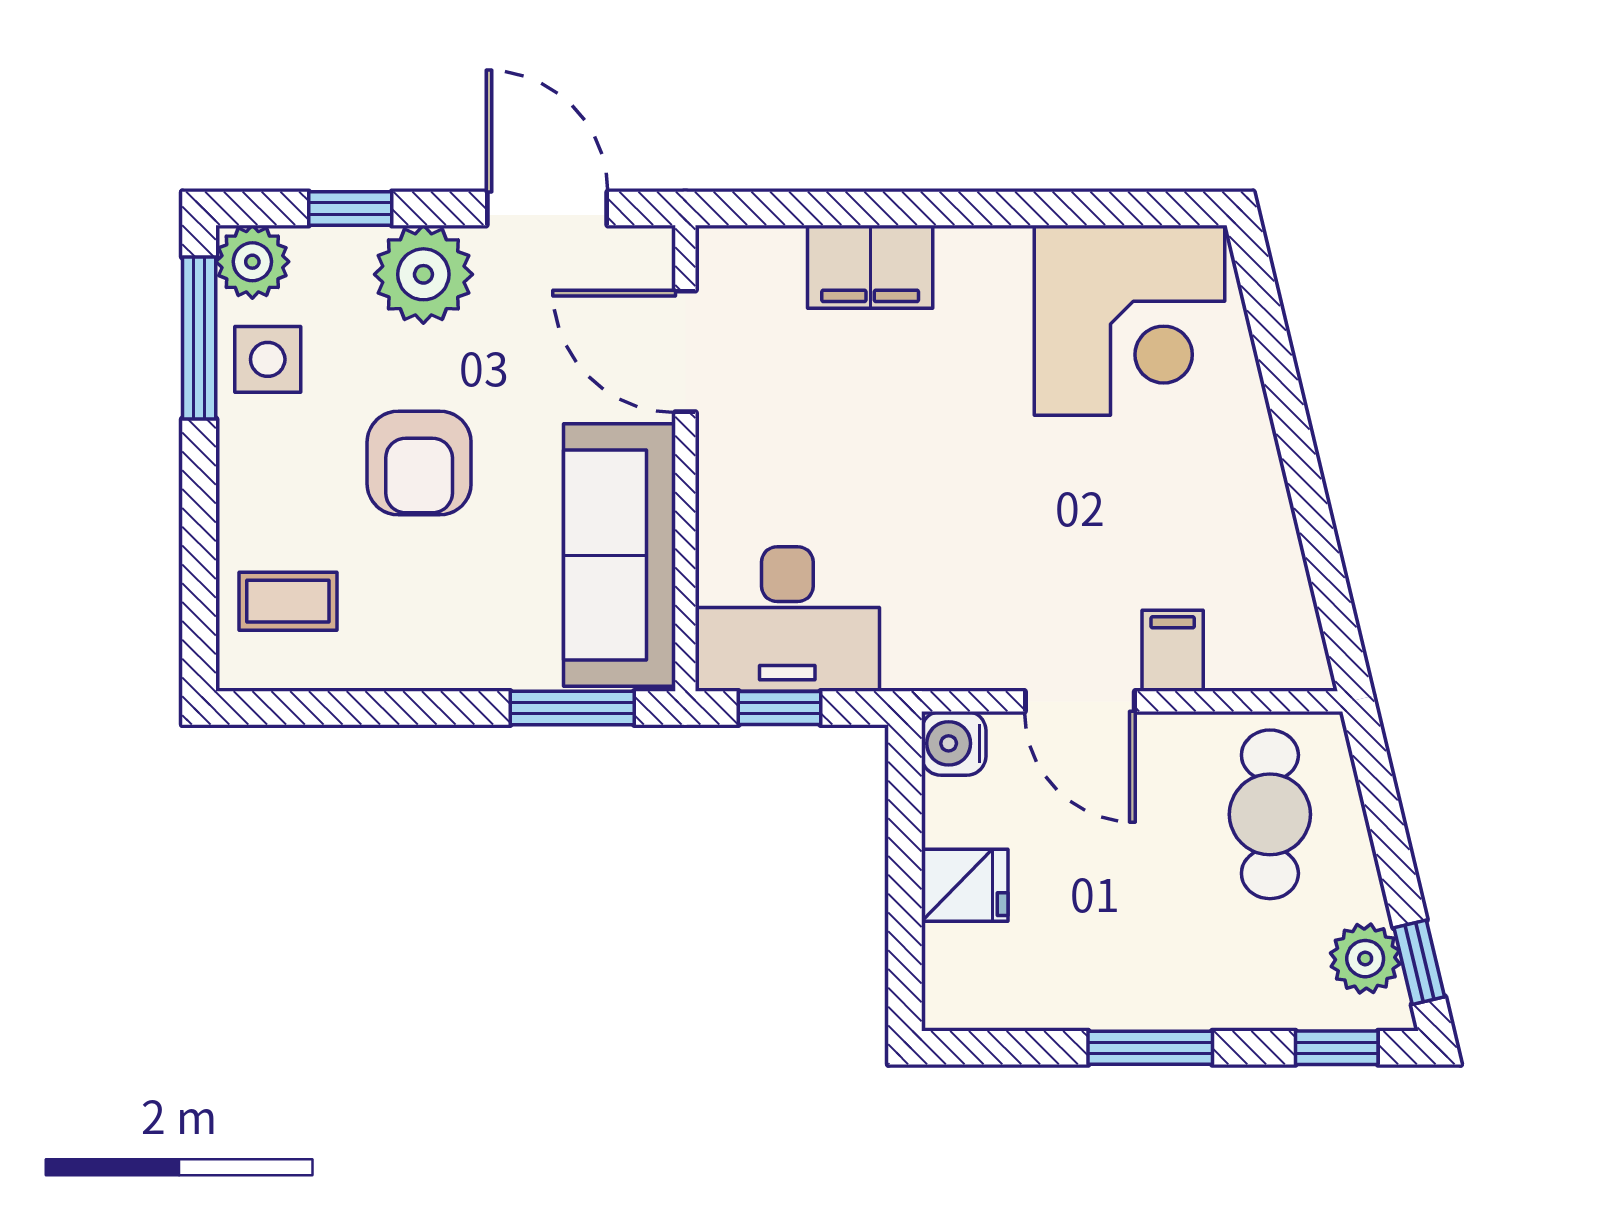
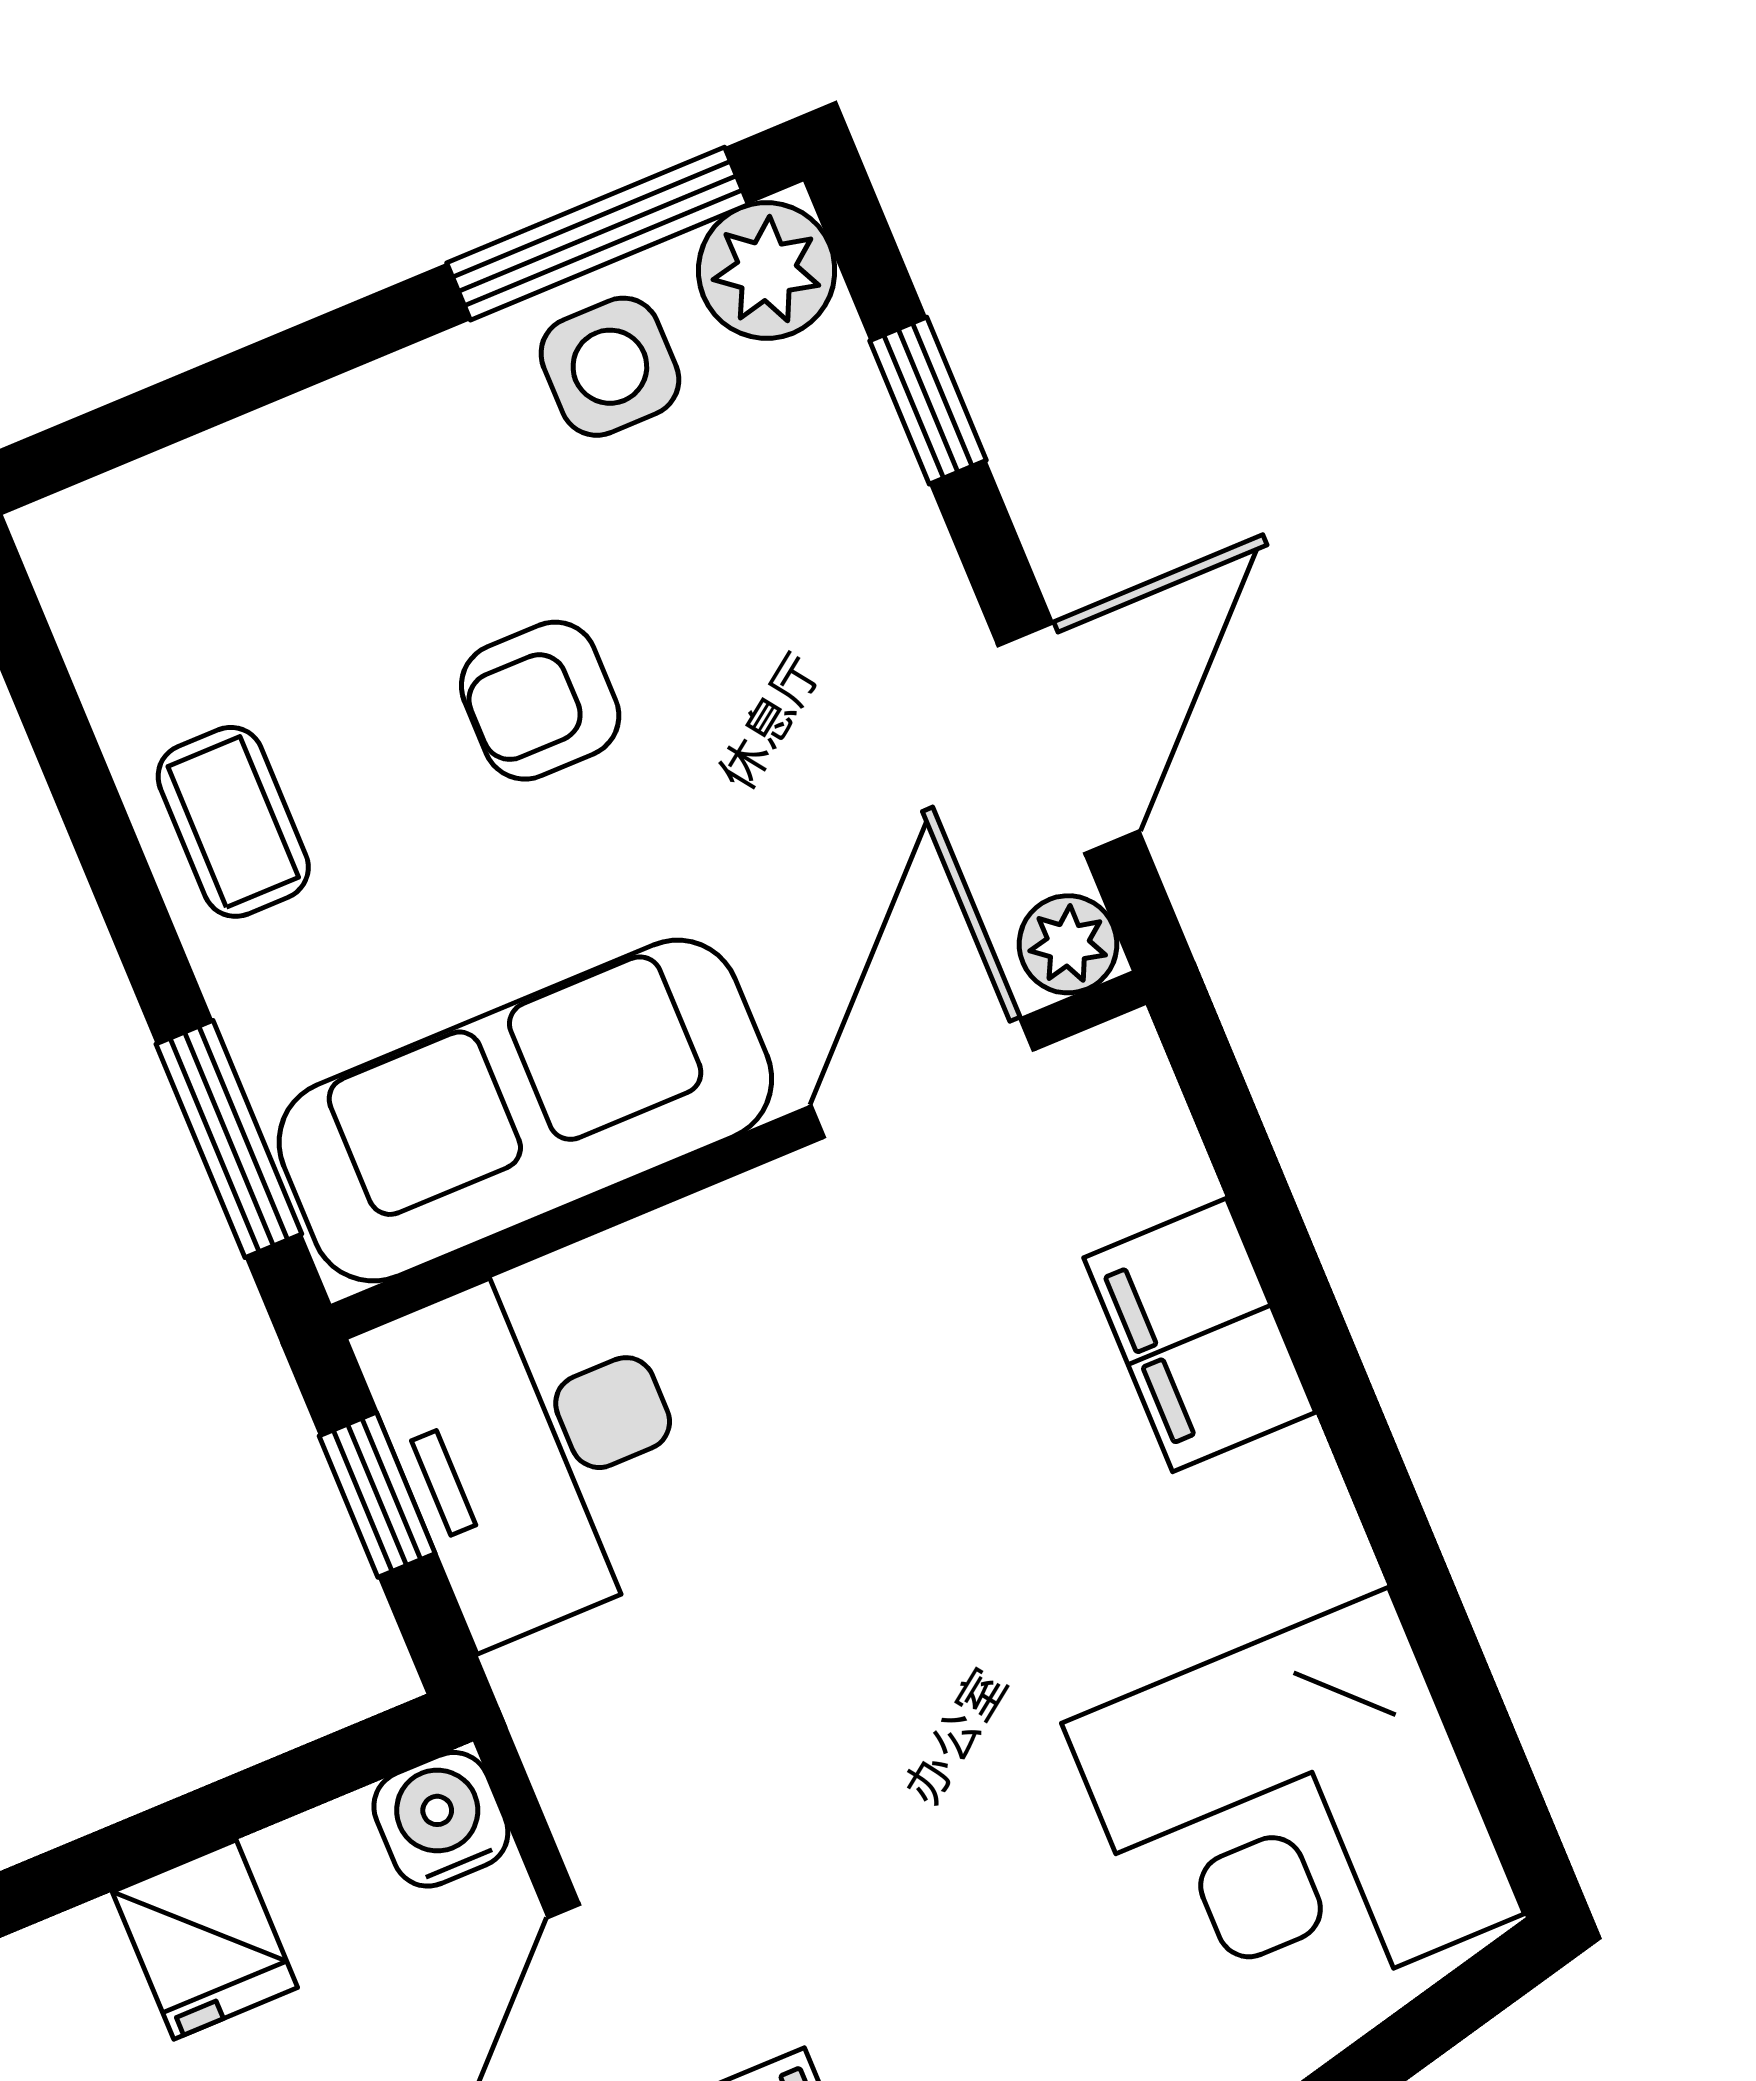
plant: (423, 274) -> (1068, 944), moved, width x0.53, depth x0.53
armchair: (419, 463) -> (540, 701), width x0.72, depth x0.72
coffee table: (288, 601) -> (233, 822), moved

